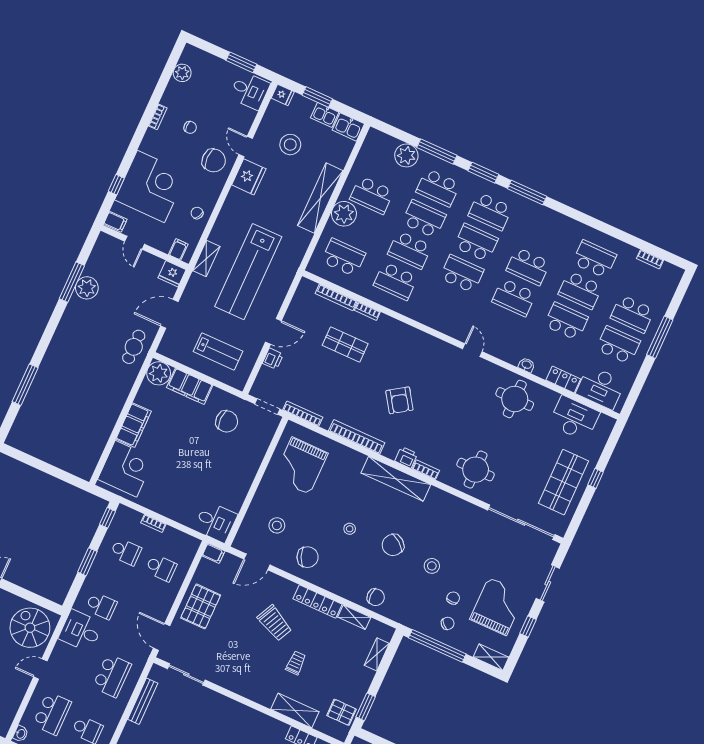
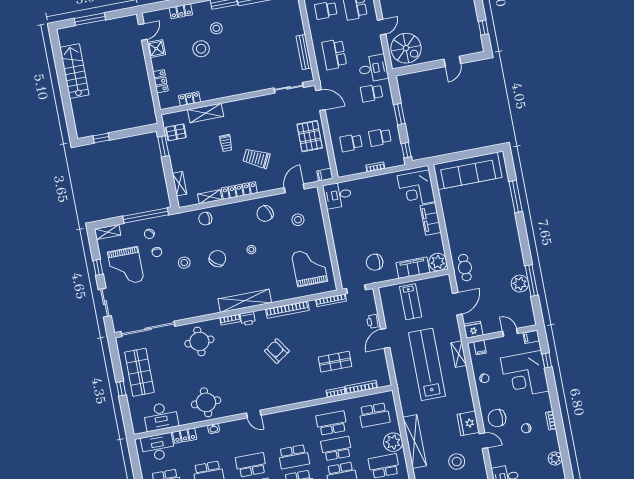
lab bench: (218, 351) -> (411, 302), turned -90
sofa: (57, 449) -> (468, 171), added

